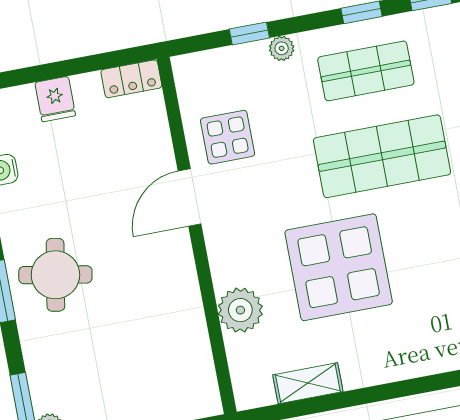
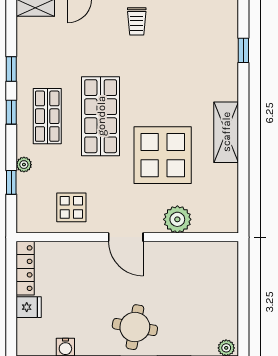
locker: (131, 79) -> (25, 268), width x1.53
door: (190, 198) -> (126, 237), moved
shelving: (308, 383) -> (226, 132), moved, width x1.50, depth x1.33

